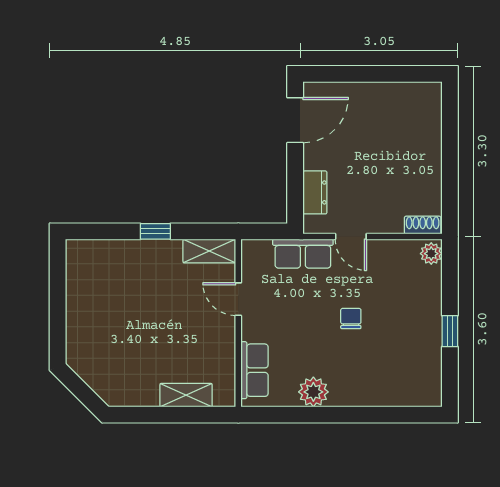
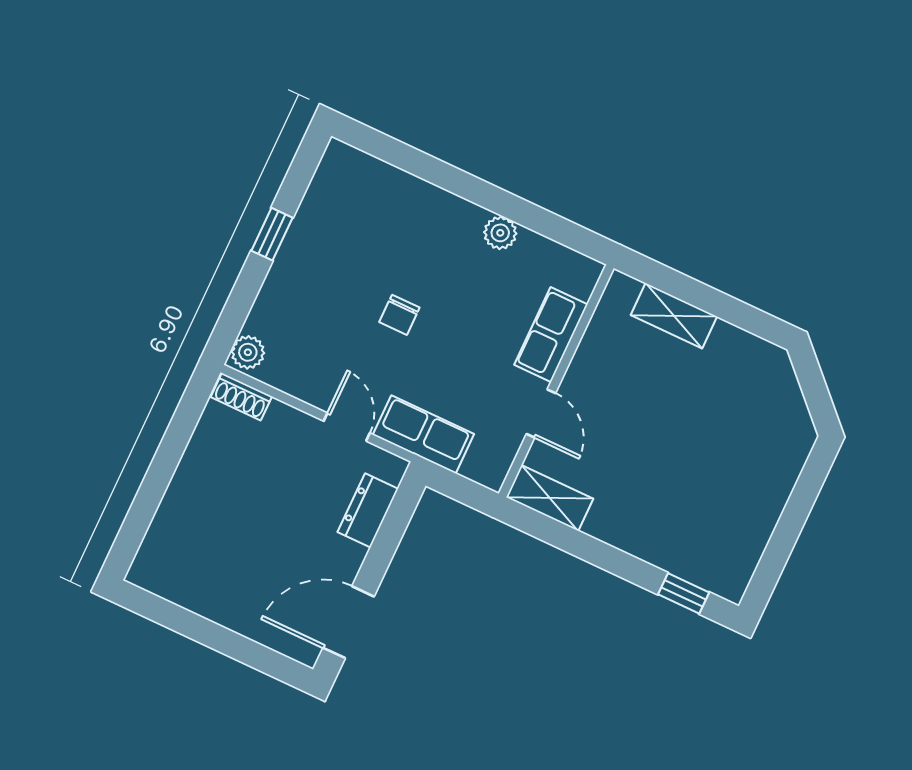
window: (155, 231) -> (684, 593), moved
row of seats: (254, 370) -> (551, 335), moved
plant: (313, 392) -> (500, 233), width x0.73, depth x0.73

